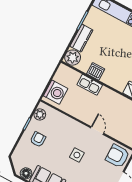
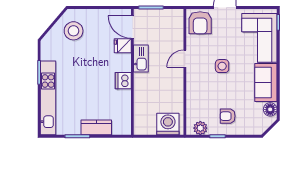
plant: (73, 58) -> (122, 126), removed
dishwasher: (96, 71) -> (123, 81), moved
kitchen sink: (90, 85) -> (141, 59), moved

